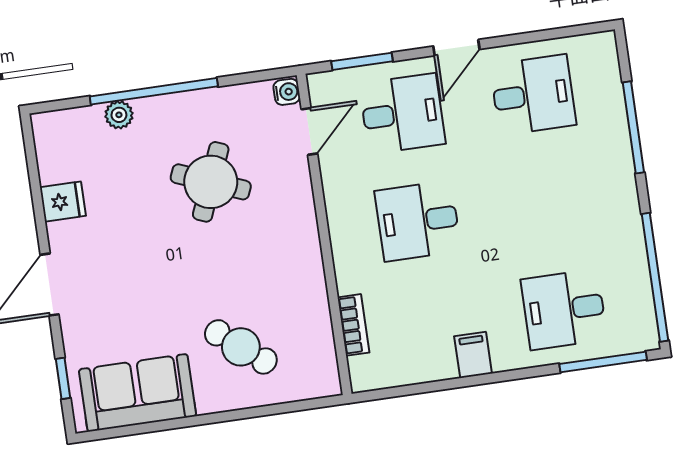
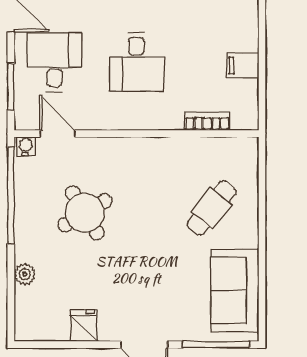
window: (154, 91) -> (11, 196), moved
round table: (211, 182) -> (85, 213), turned 37
filing cabinet: (473, 355) -> (243, 65), moved
window: (63, 378) -> (216, 345), width x2.17

